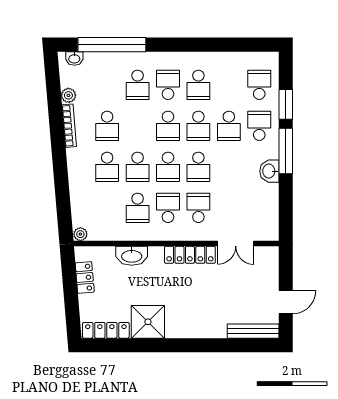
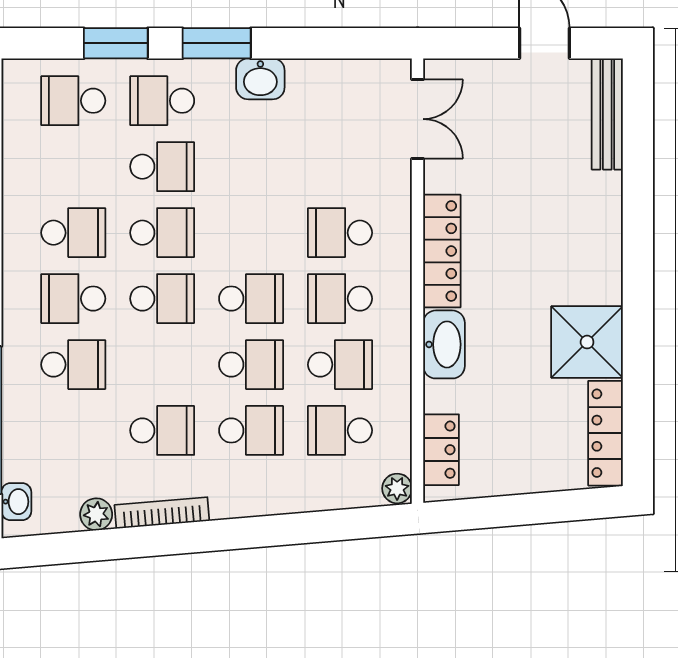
window: (286, 151) -> (217, 43), width x0.69
school desk: (198, 167) -> (340, 430), moved, turned 180
double door: (236, 244) -> (418, 119), moved
washbasin: (132, 256) -> (444, 344), moved
locker: (85, 277) -> (441, 450), moved, turned 95

